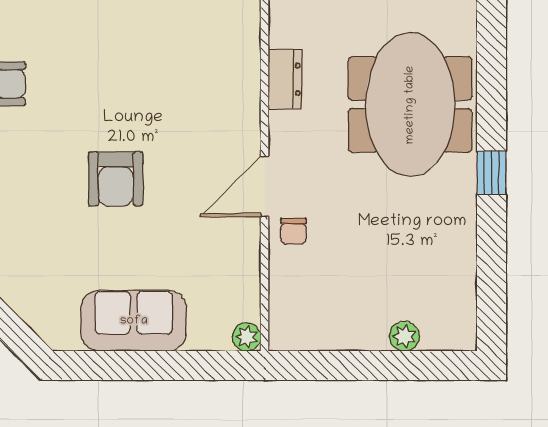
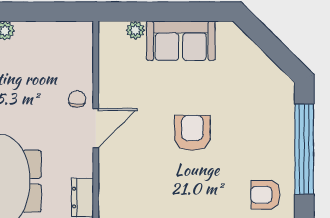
plant: (247, 337) -> (135, 30), moved

